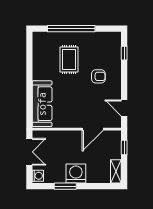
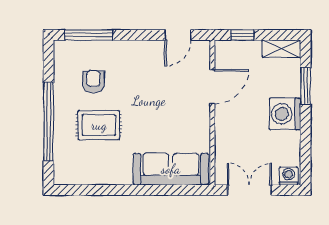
window: (124, 53) -> (89, 35), width x2.17
armchair: (98, 76) -> (93, 82), moved
door: (93, 129) -> (212, 87), hinge flipped
window: (65, 186) -> (306, 86), moved

